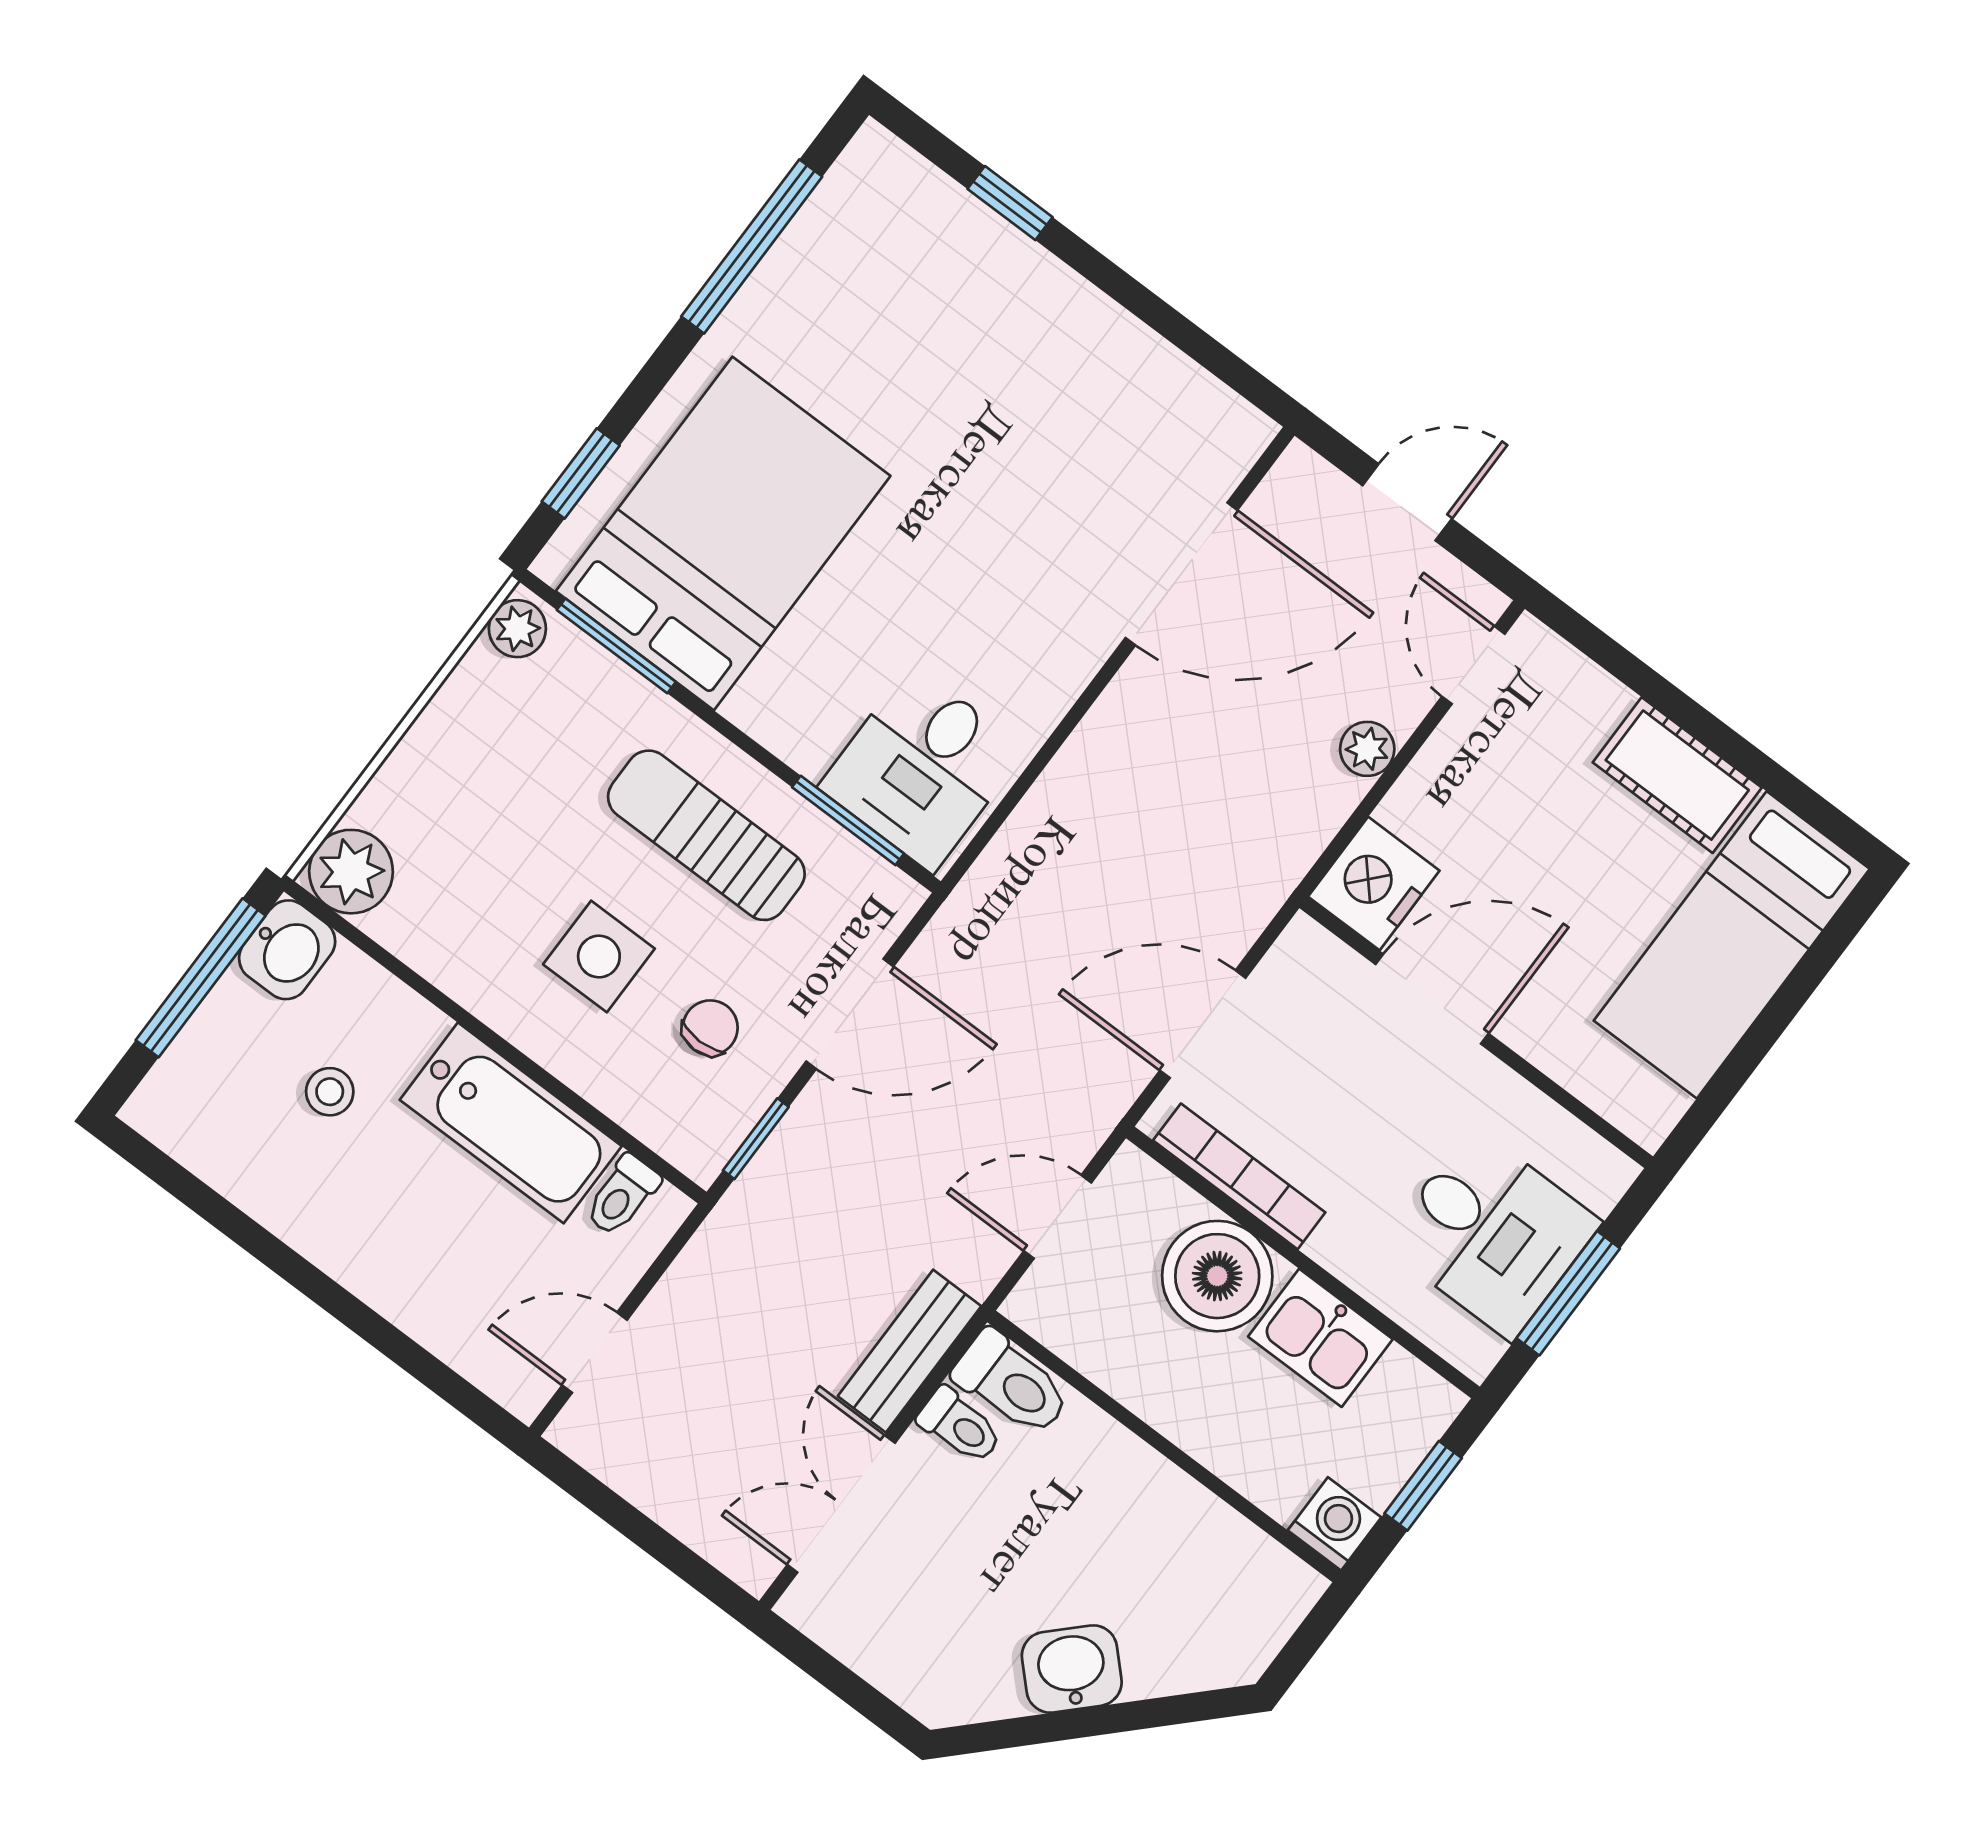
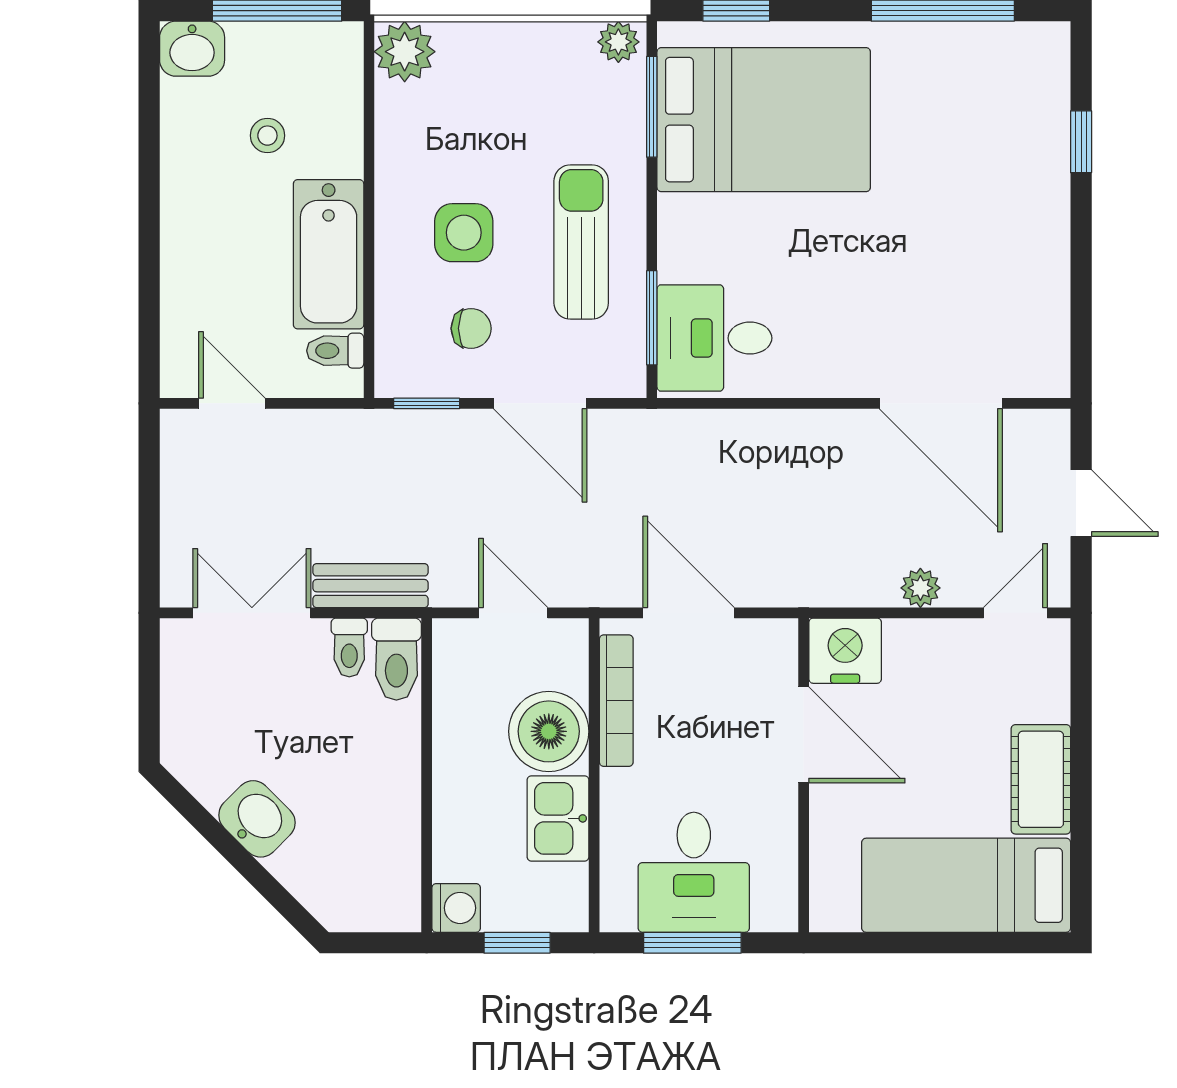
washbasin: (287, 950) -> (192, 49), moved

